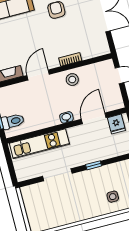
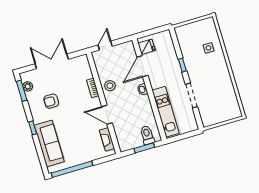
door: (94, 118) -> (142, 66), hinge flipped

